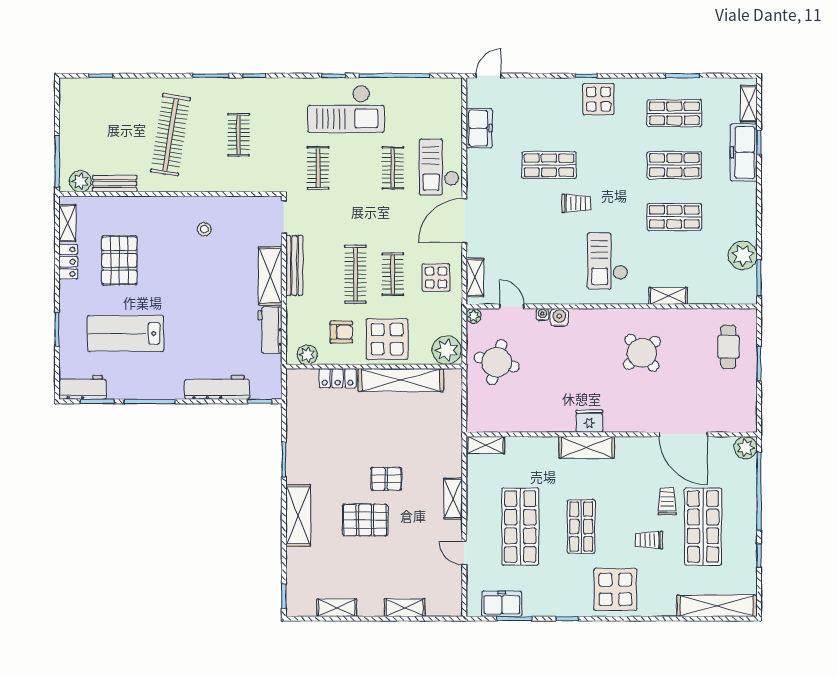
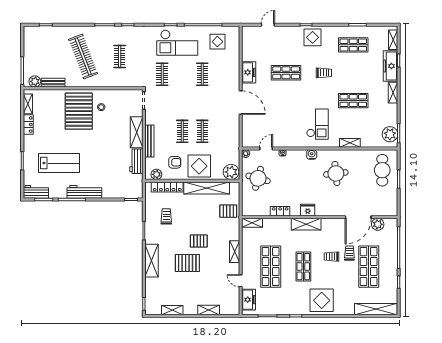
door: (488, 76) -> (268, 25), moved
freezer: (479, 128) -> (249, 72), moved
clothes rail: (170, 135) -> (83, 56), turned -30
shop shelf: (674, 165) -> (353, 73), removed
checkout: (439, 167) -> (227, 74), removed
trolley: (576, 203) -> (324, 73), moved
door: (464, 221) -> (241, 103), swing flipped
plant: (743, 255) -> (390, 134), moved
pallet: (119, 260) -> (79, 111), moved, width x1.37, depth x1.41
checkout: (608, 261) -> (317, 124), turned 180
bench: (294, 265) -> (149, 141), moved
clothes rail: (355, 274) -> (182, 131), width x0.73
shelving: (475, 277) -> (393, 93), moved
display table: (436, 278) -> (217, 42), moved
door: (512, 306) -> (266, 149), hinge flipped
water cooler: (559, 317) -> (312, 154), moved
lab bench: (126, 333) -> (59, 163), turned 180
cafe table: (728, 347) -> (382, 170), width x1.37, depth x1.35
round table: (642, 353) -> (336, 173), turned 35
locker: (338, 378) -> (167, 187), width x1.53
workbench: (217, 387) -> (84, 192), moved
pallet: (441, 423) -> (228, 211), added
locker: (538, 423) -> (280, 211), added
trolley: (326, 433) -> (166, 216), added
door: (683, 434) -> (358, 217), hinge flipped
plant: (746, 448) -> (378, 224), moved
trolley: (649, 540) -> (332, 257), moved
freezer: (502, 604) -> (249, 300), moved, turned 90

